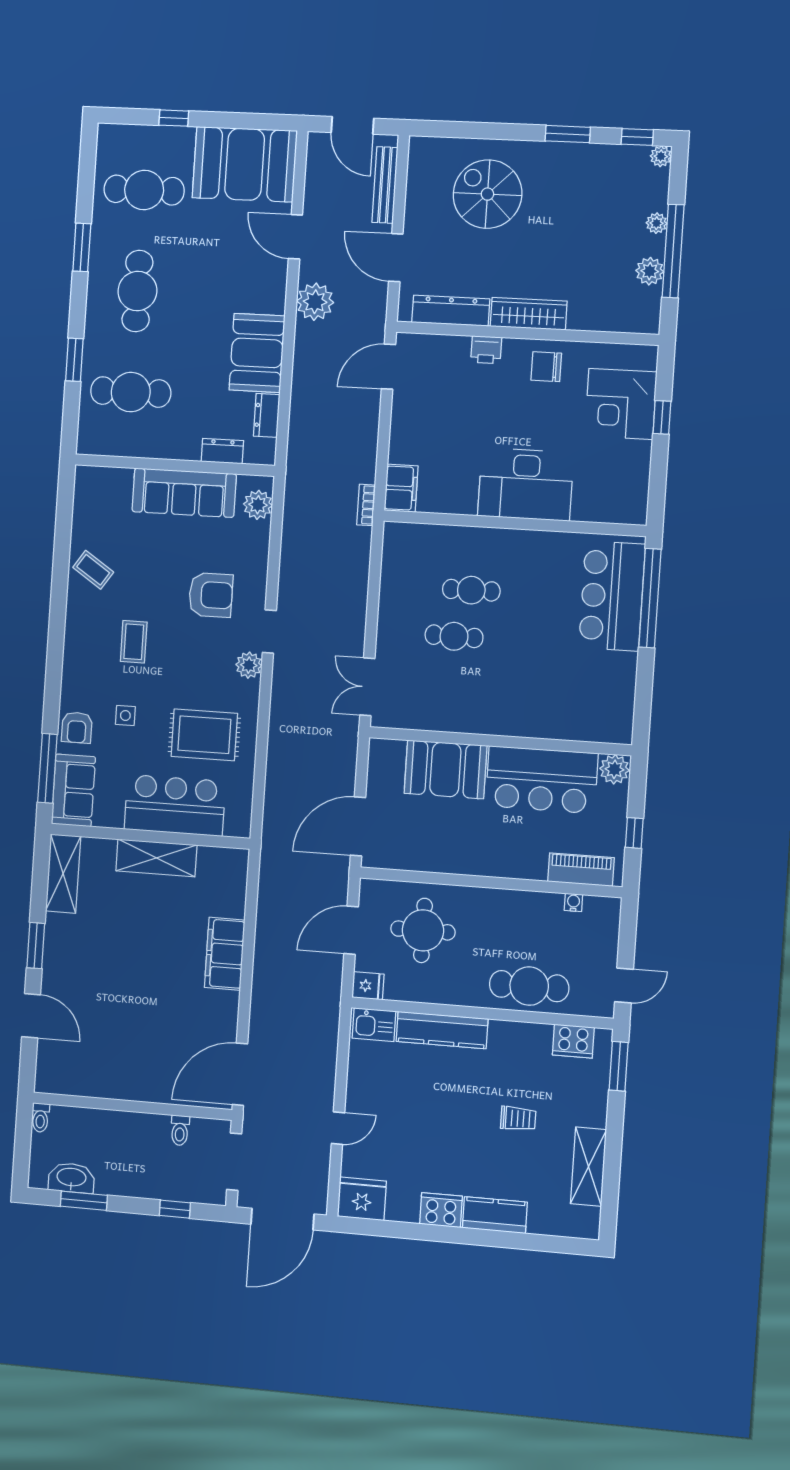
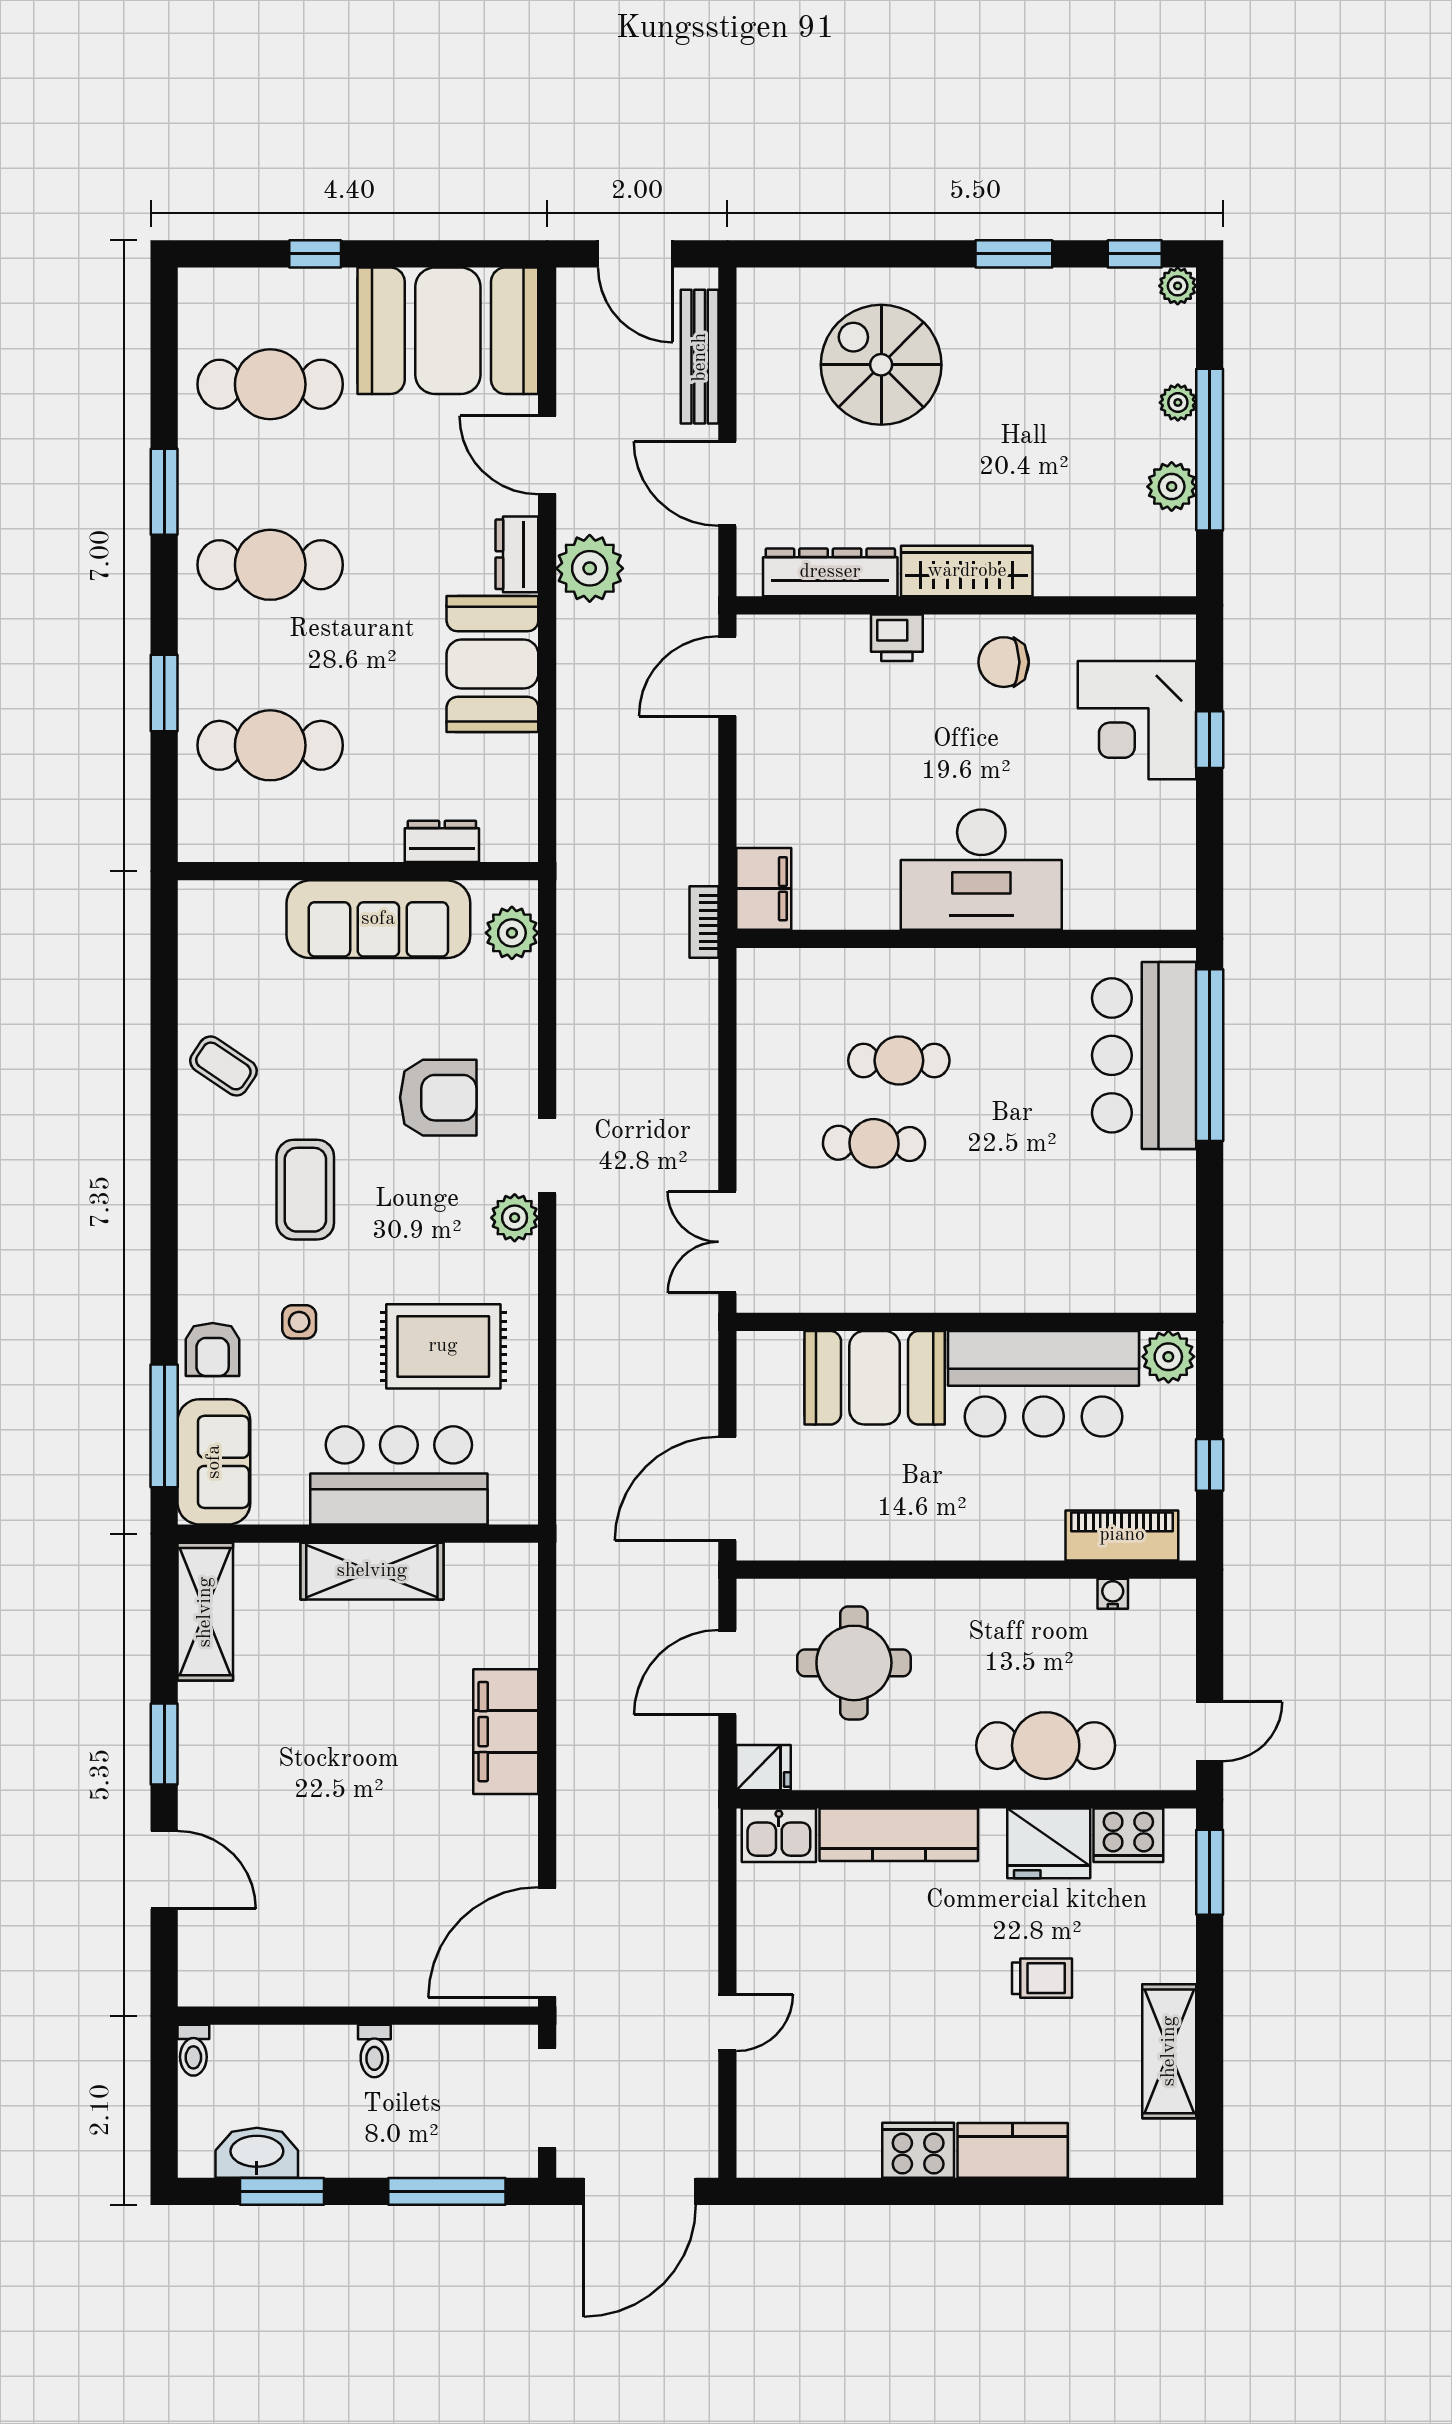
cafe table: (137, 291) -> (270, 565), turned 90
dresser: (267, 415) -> (517, 554), moved
coffee table: (134, 642) -> (305, 1190), width x1.36, depth x1.30
toilet: (180, 1130) -> (374, 2051), moved
fridge: (362, 1199) -> (1049, 1843), moved, turned 180
window: (175, 1209) -> (447, 2191), width x2.17

